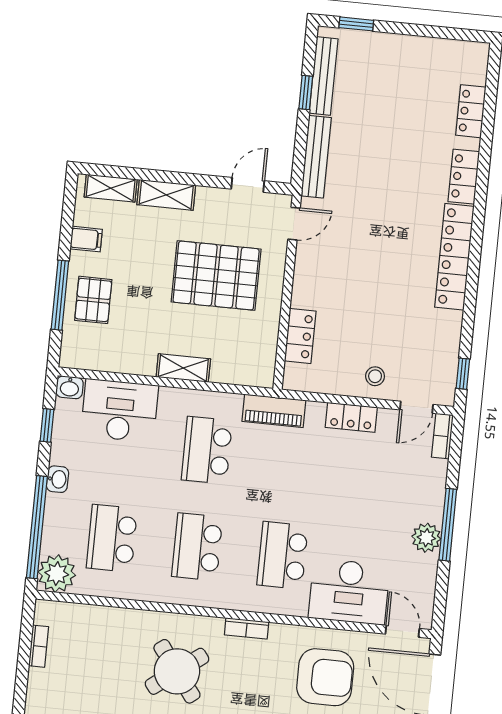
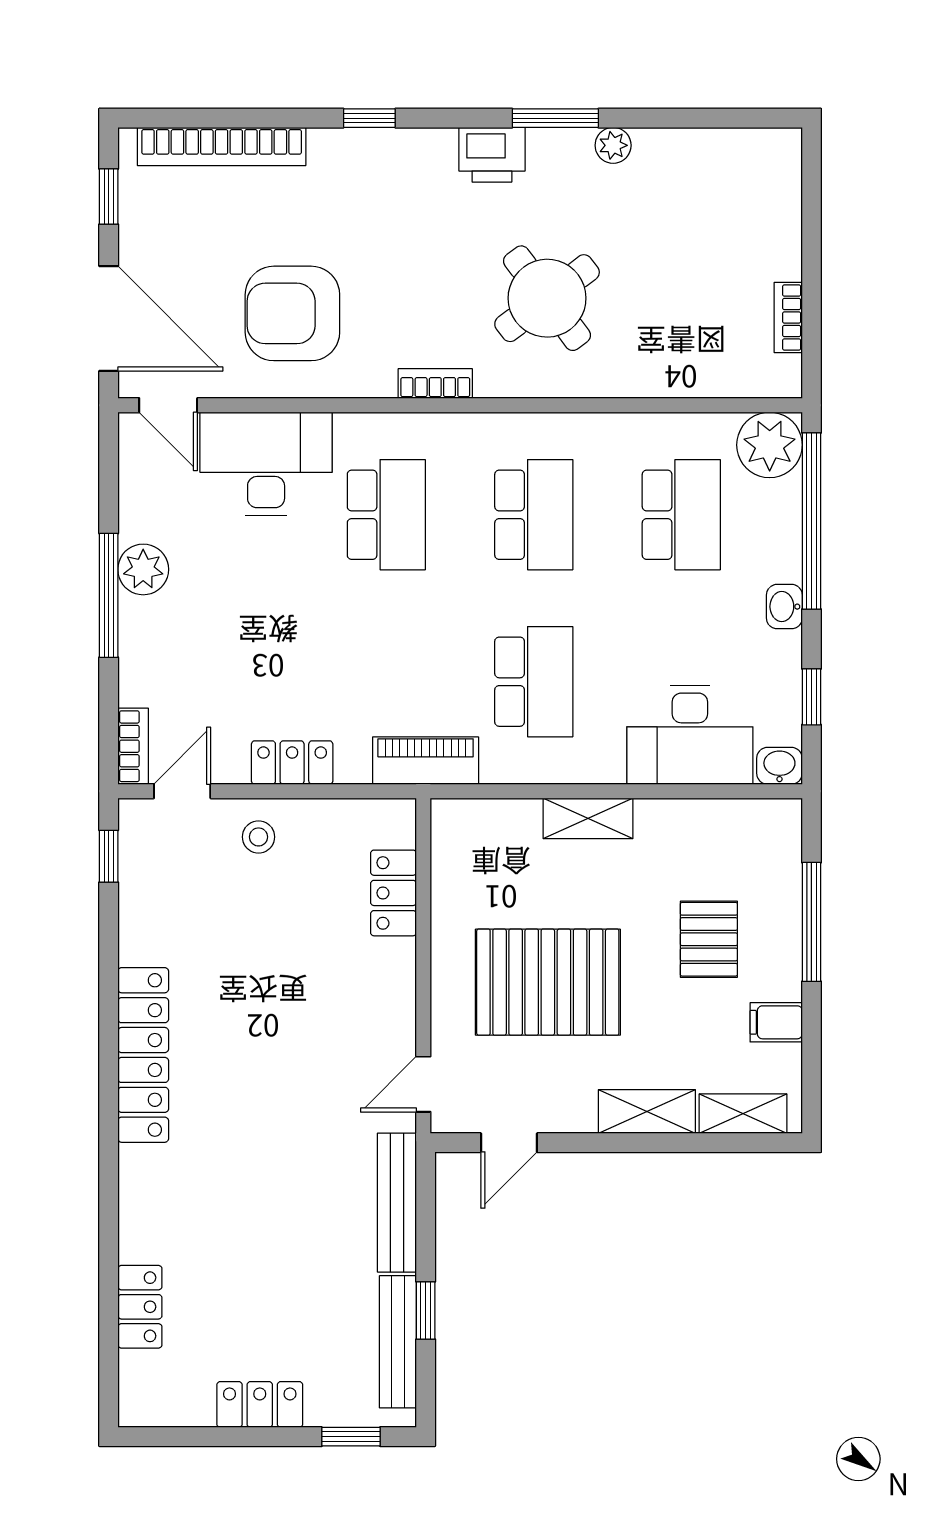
locker: (464, 177) -> (260, 1404), moved, turned -90
pallet: (93, 300) -> (709, 939), moved

